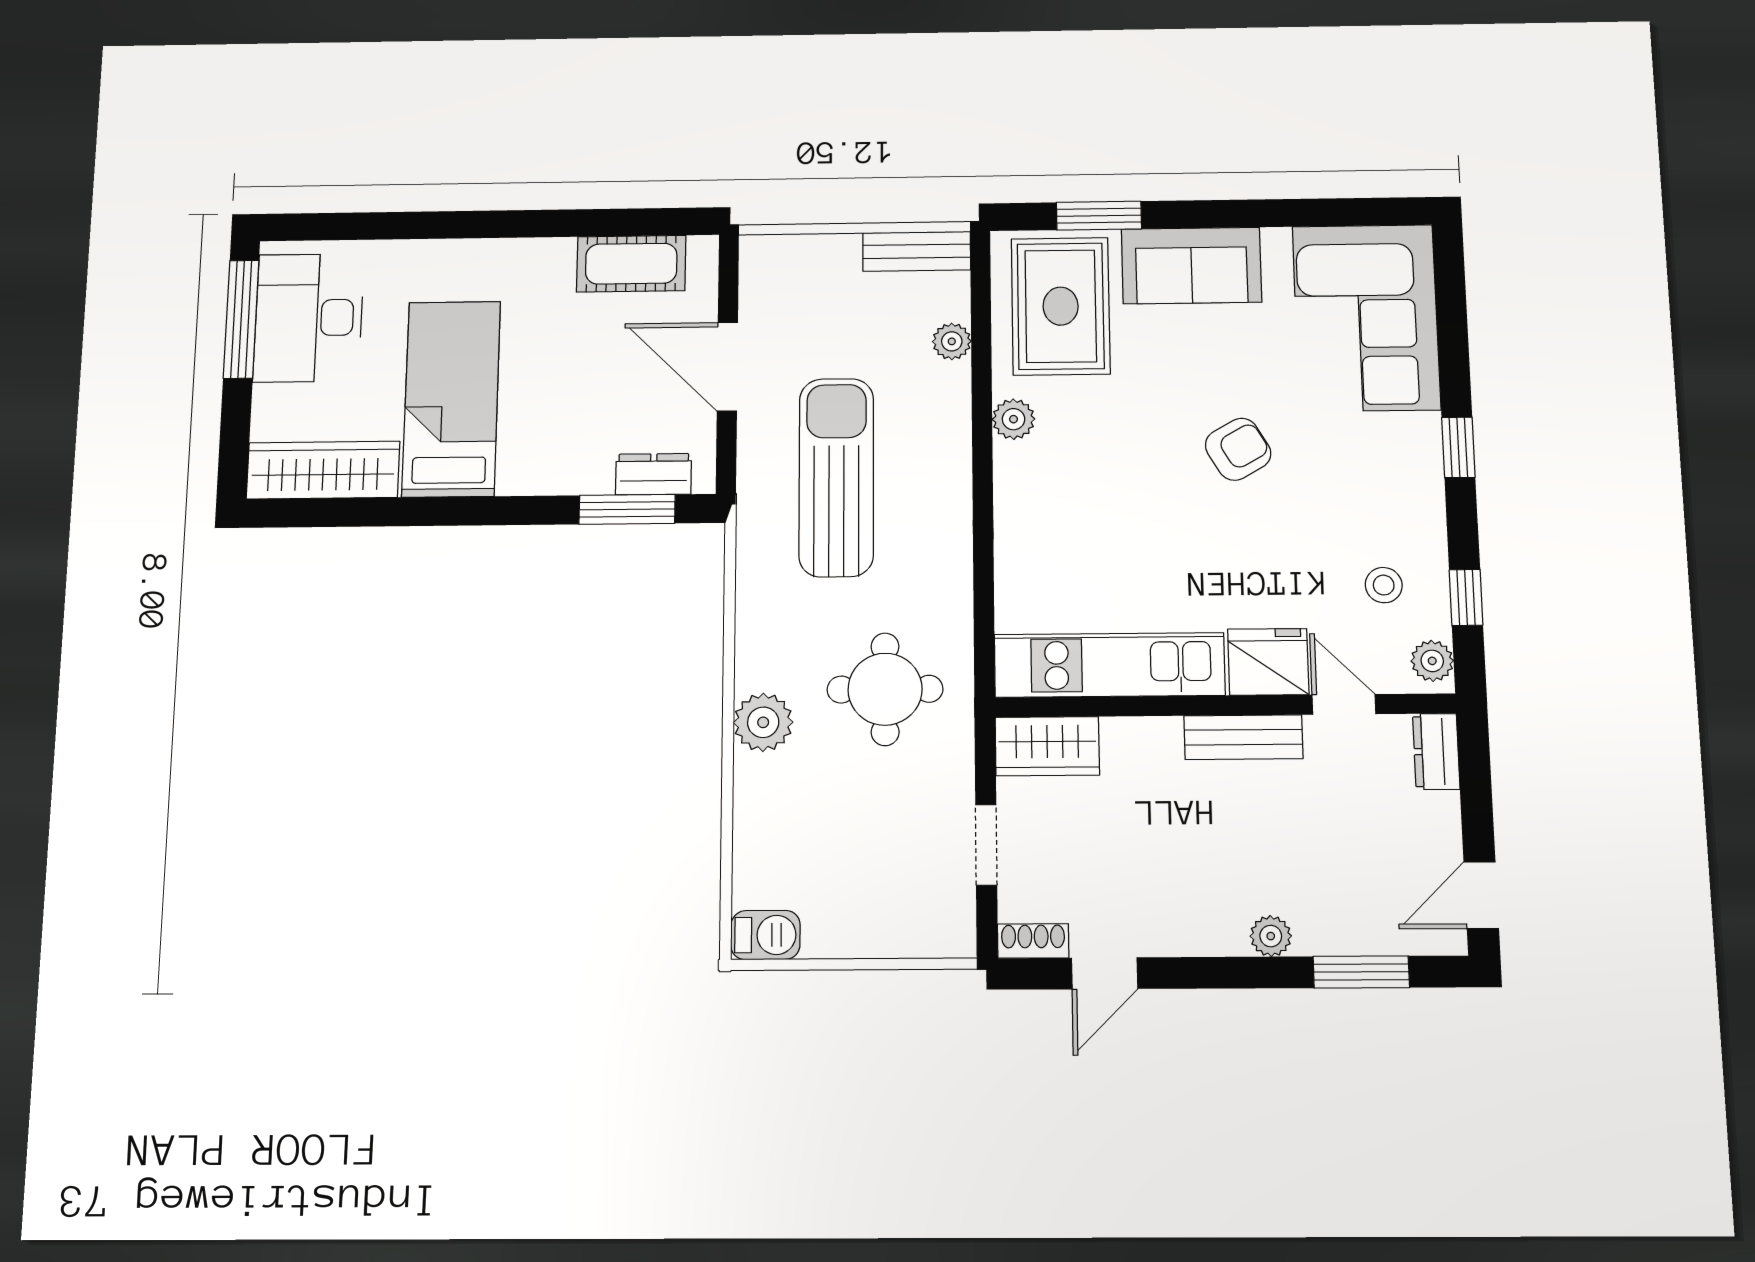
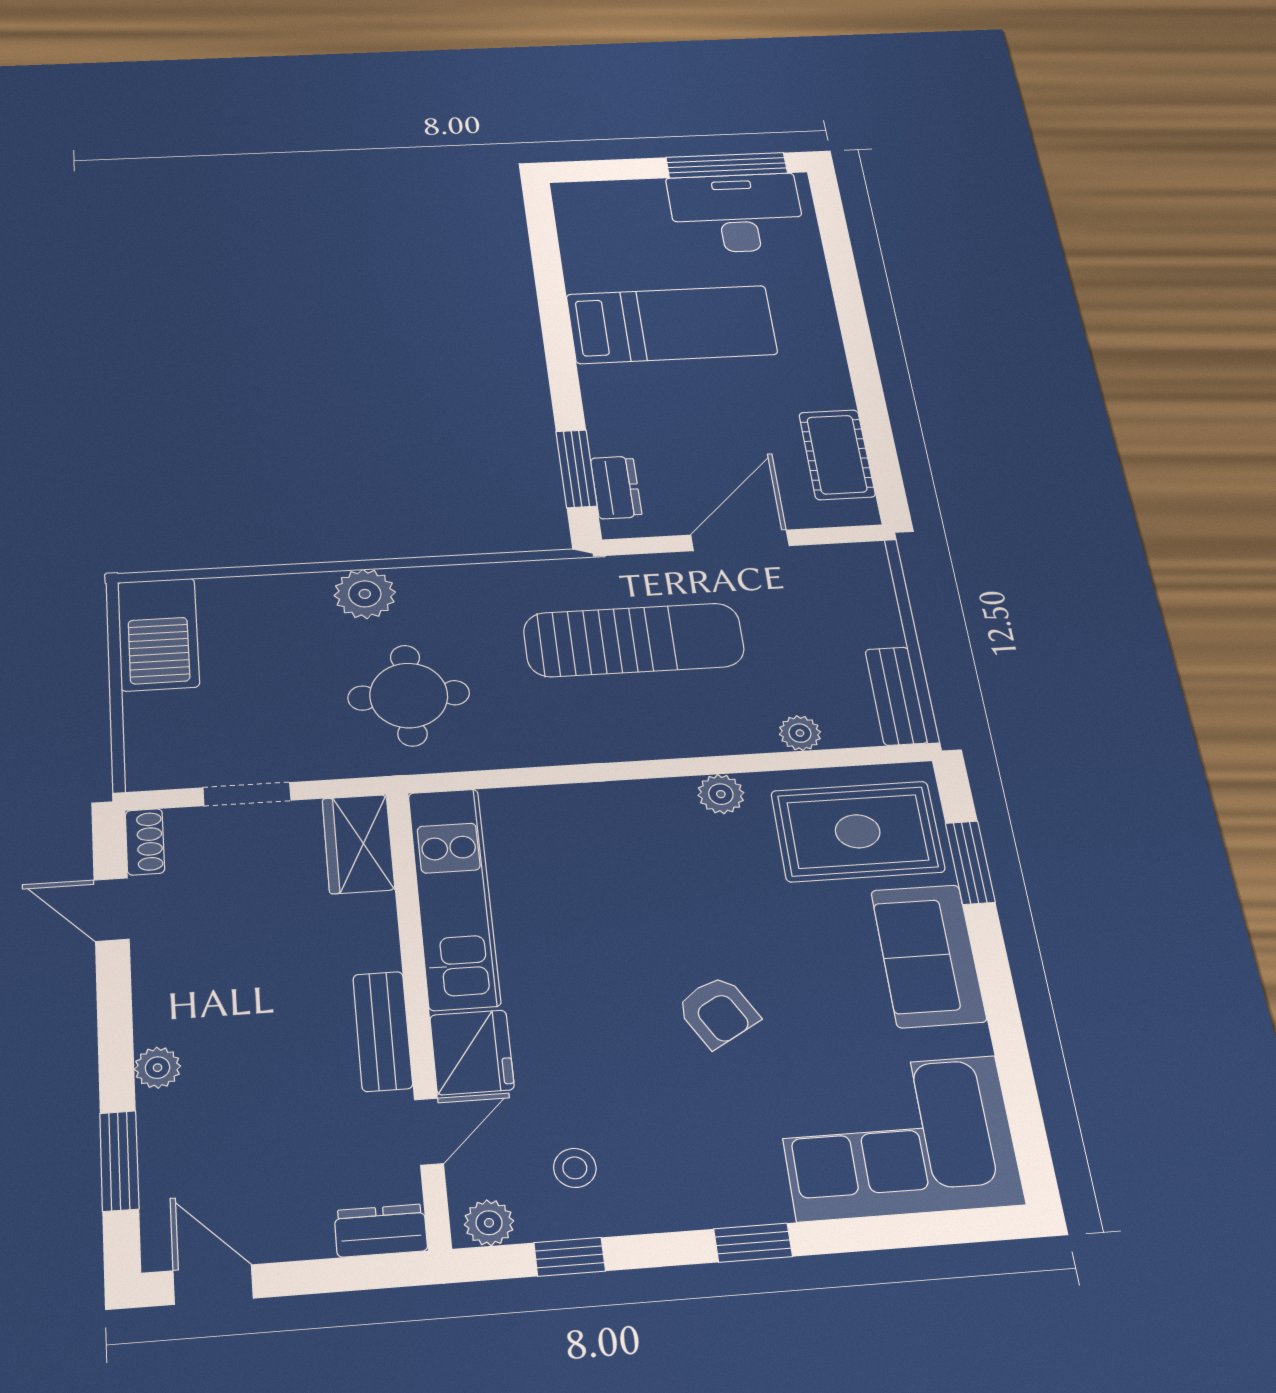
wardrobe: (323, 470) -> (586, 235), removed
barbecue: (765, 935) -> (158, 634), width x1.88, depth x1.53

